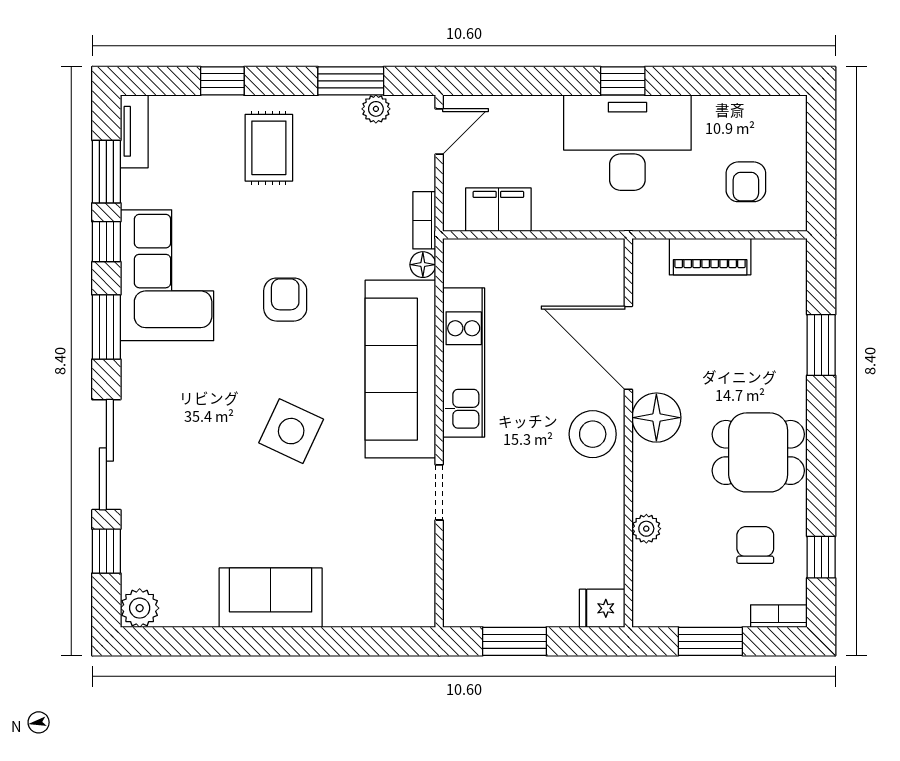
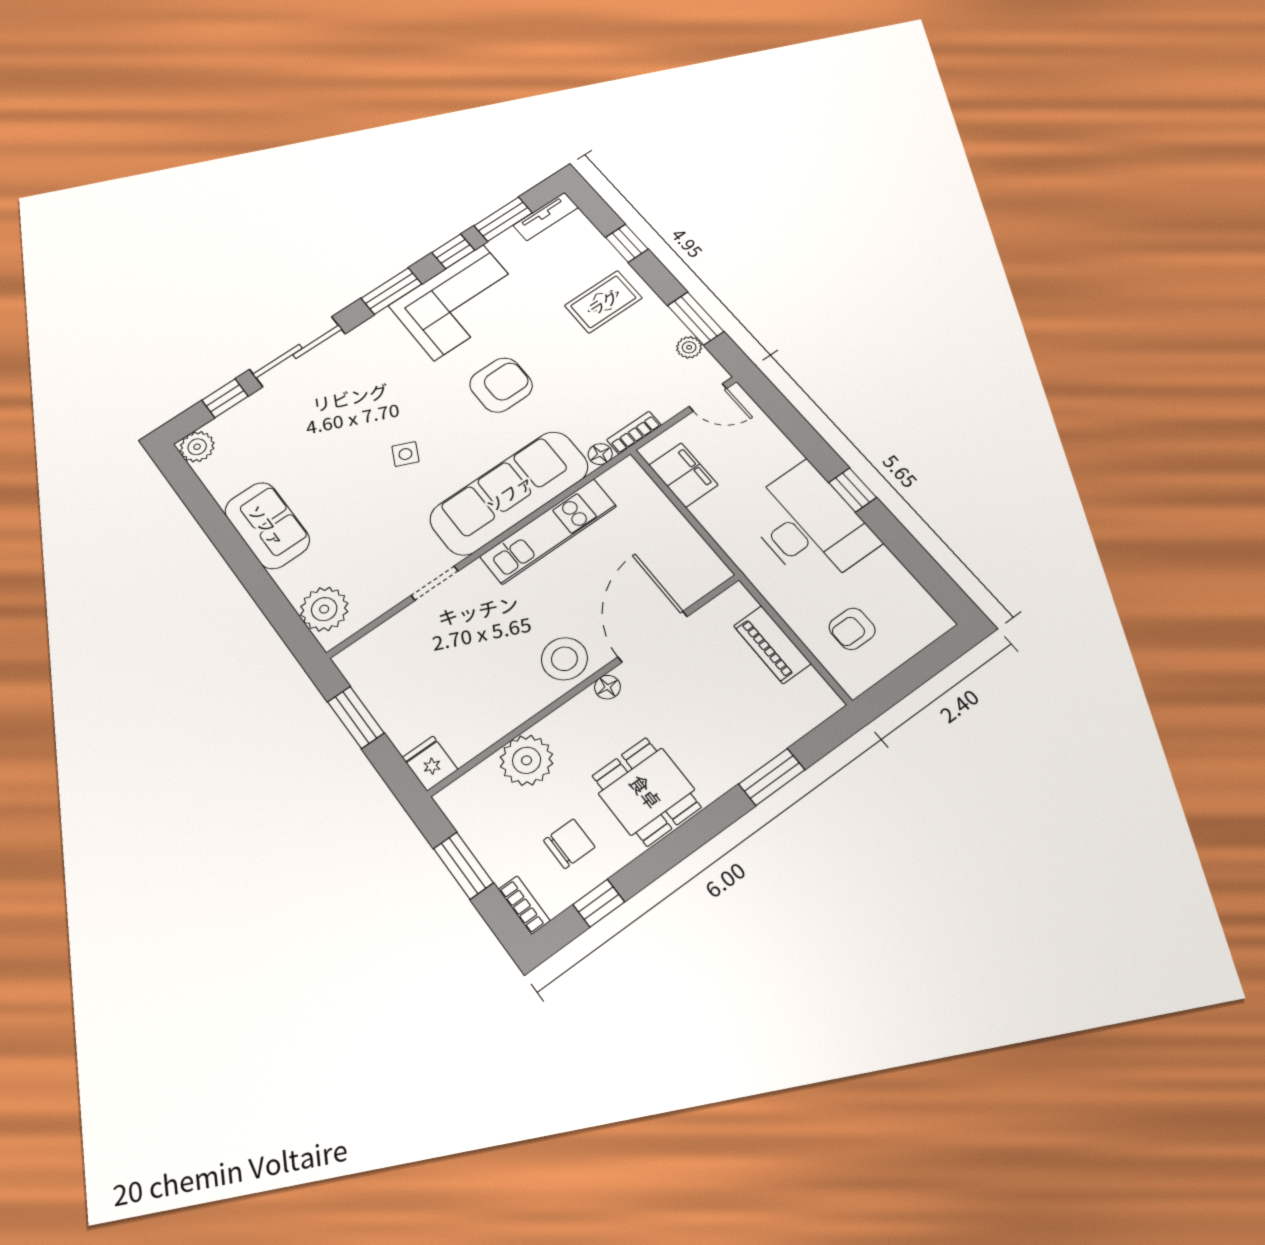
armchair: (285, 300) -> (501, 385), width x1.38, depth x1.38
floor lamp: (656, 418) -> (607, 687), width x0.53, depth x0.53
side table: (291, 431) -> (405, 454), width x0.54, depth x0.54
plant: (646, 529) -> (527, 760), width x1.87, depth x1.87
plant: (392, 602) -> (324, 609), added

